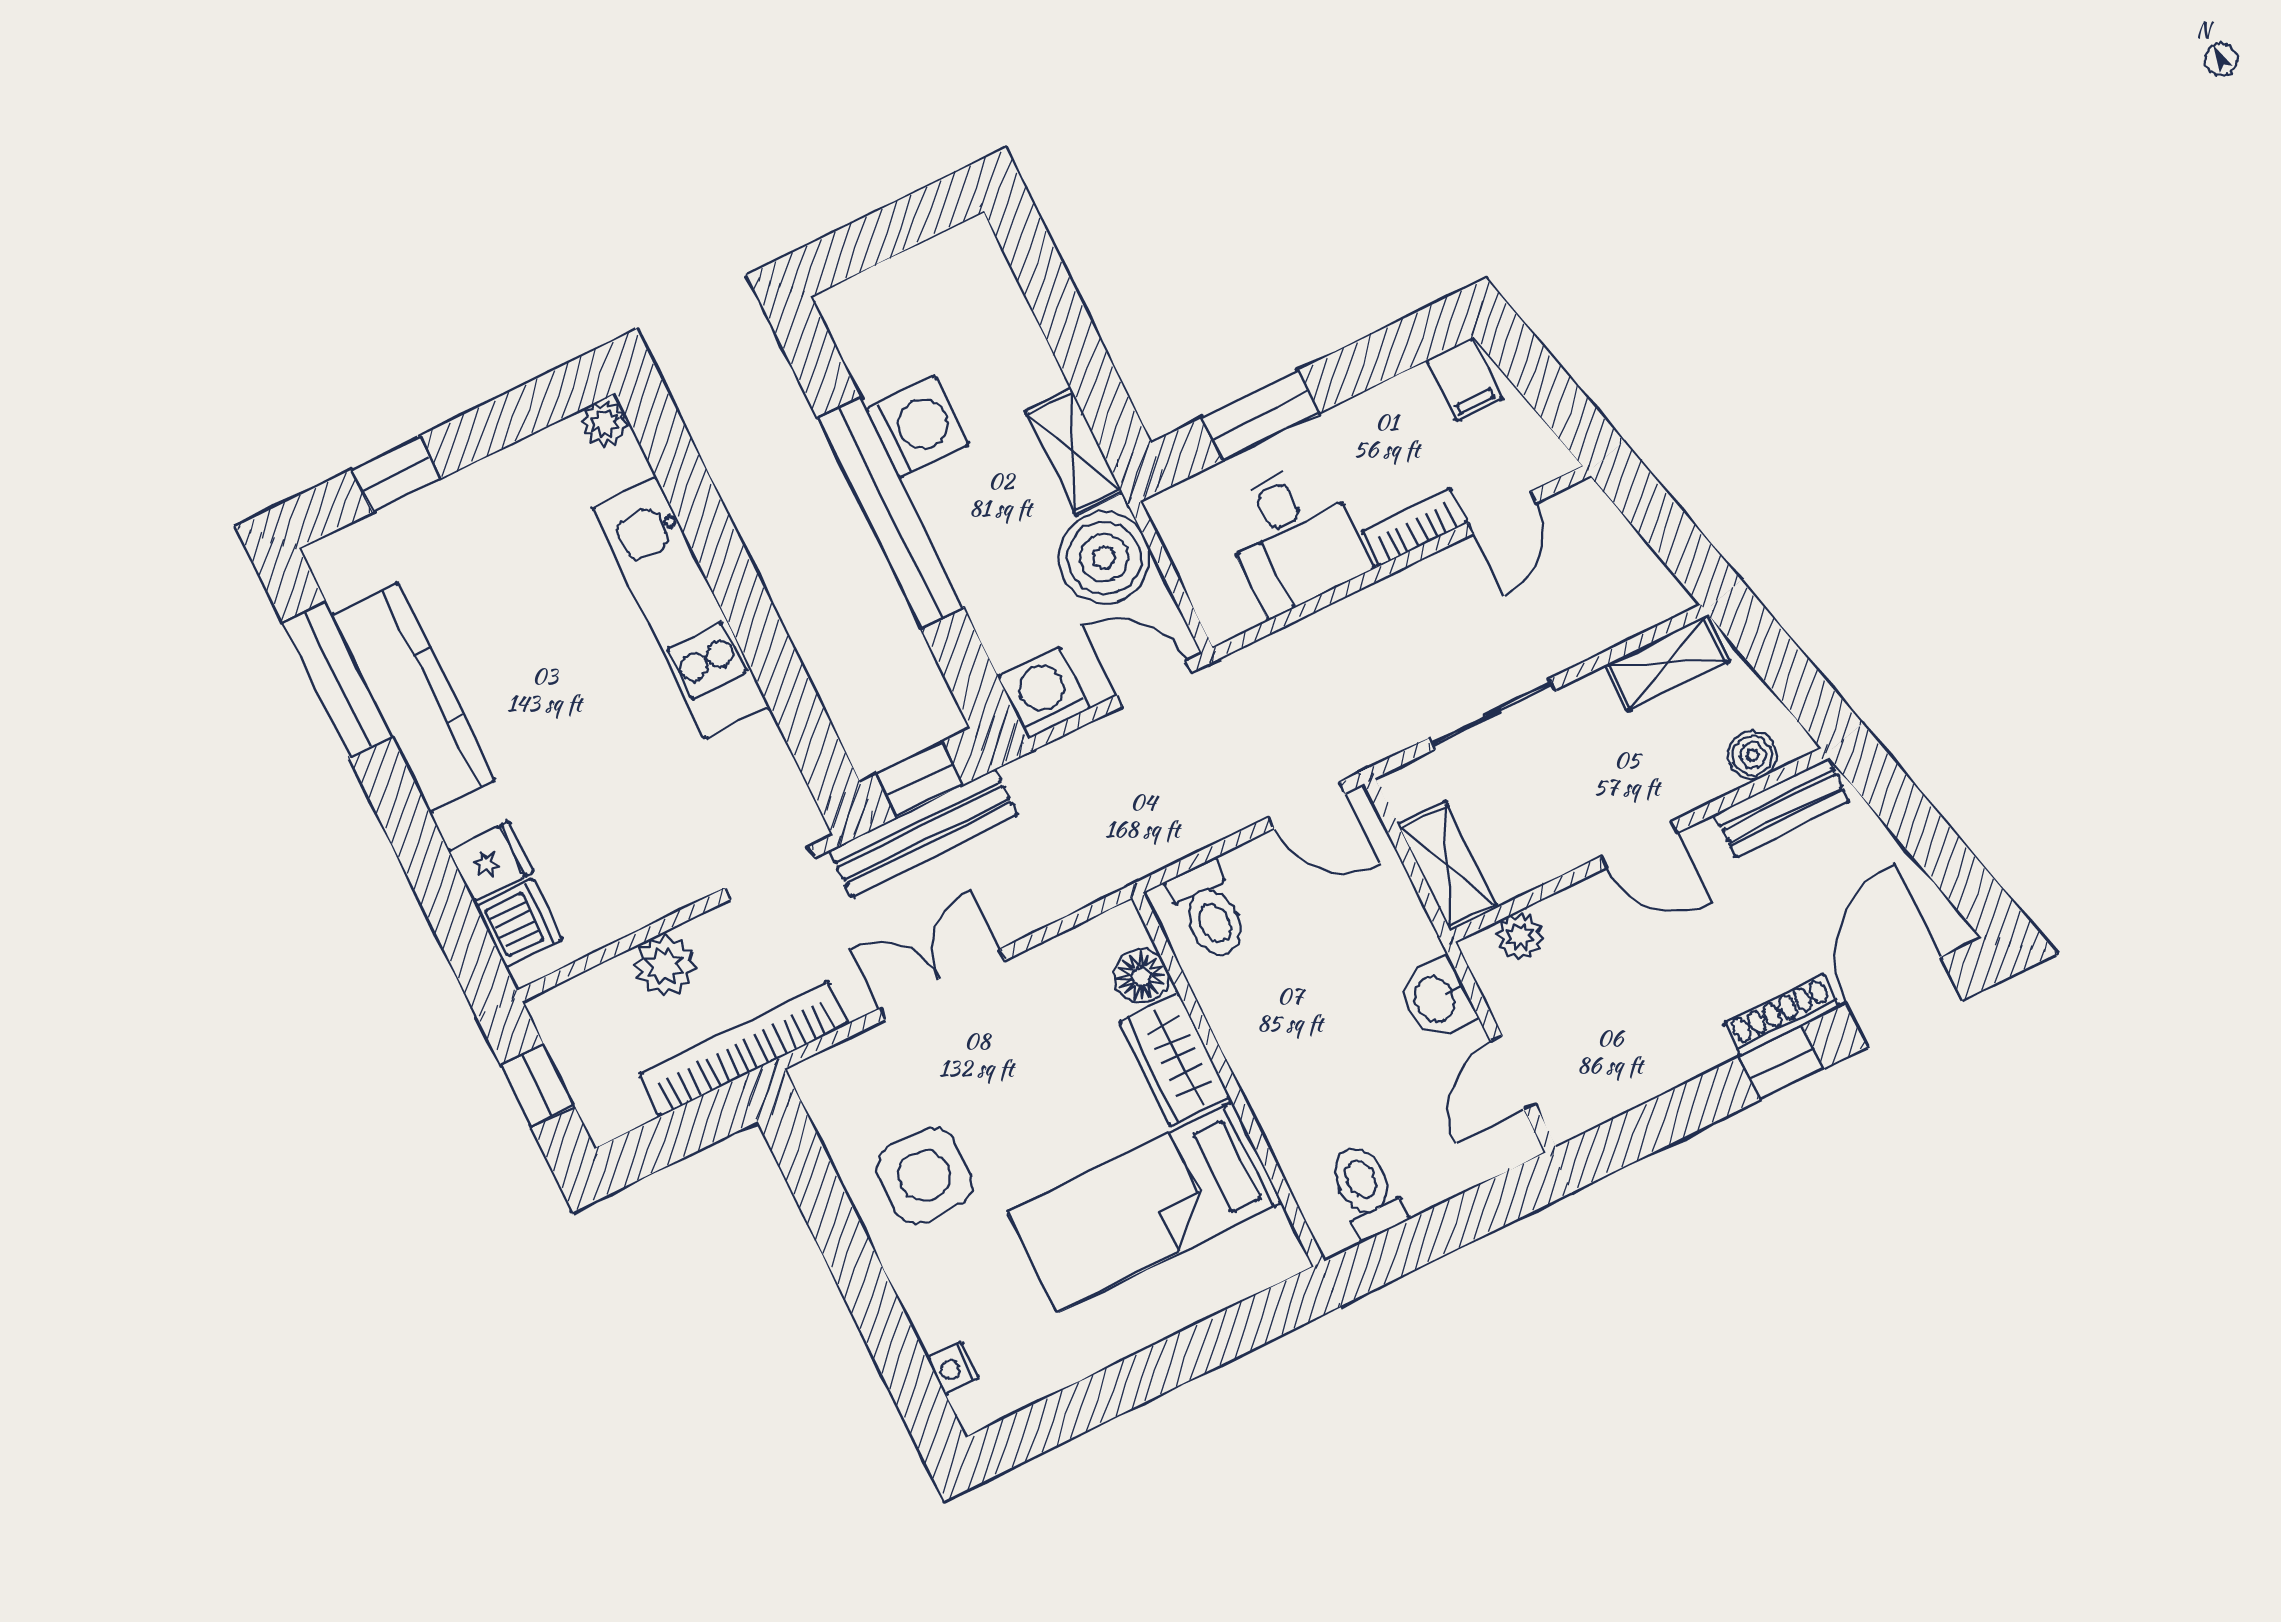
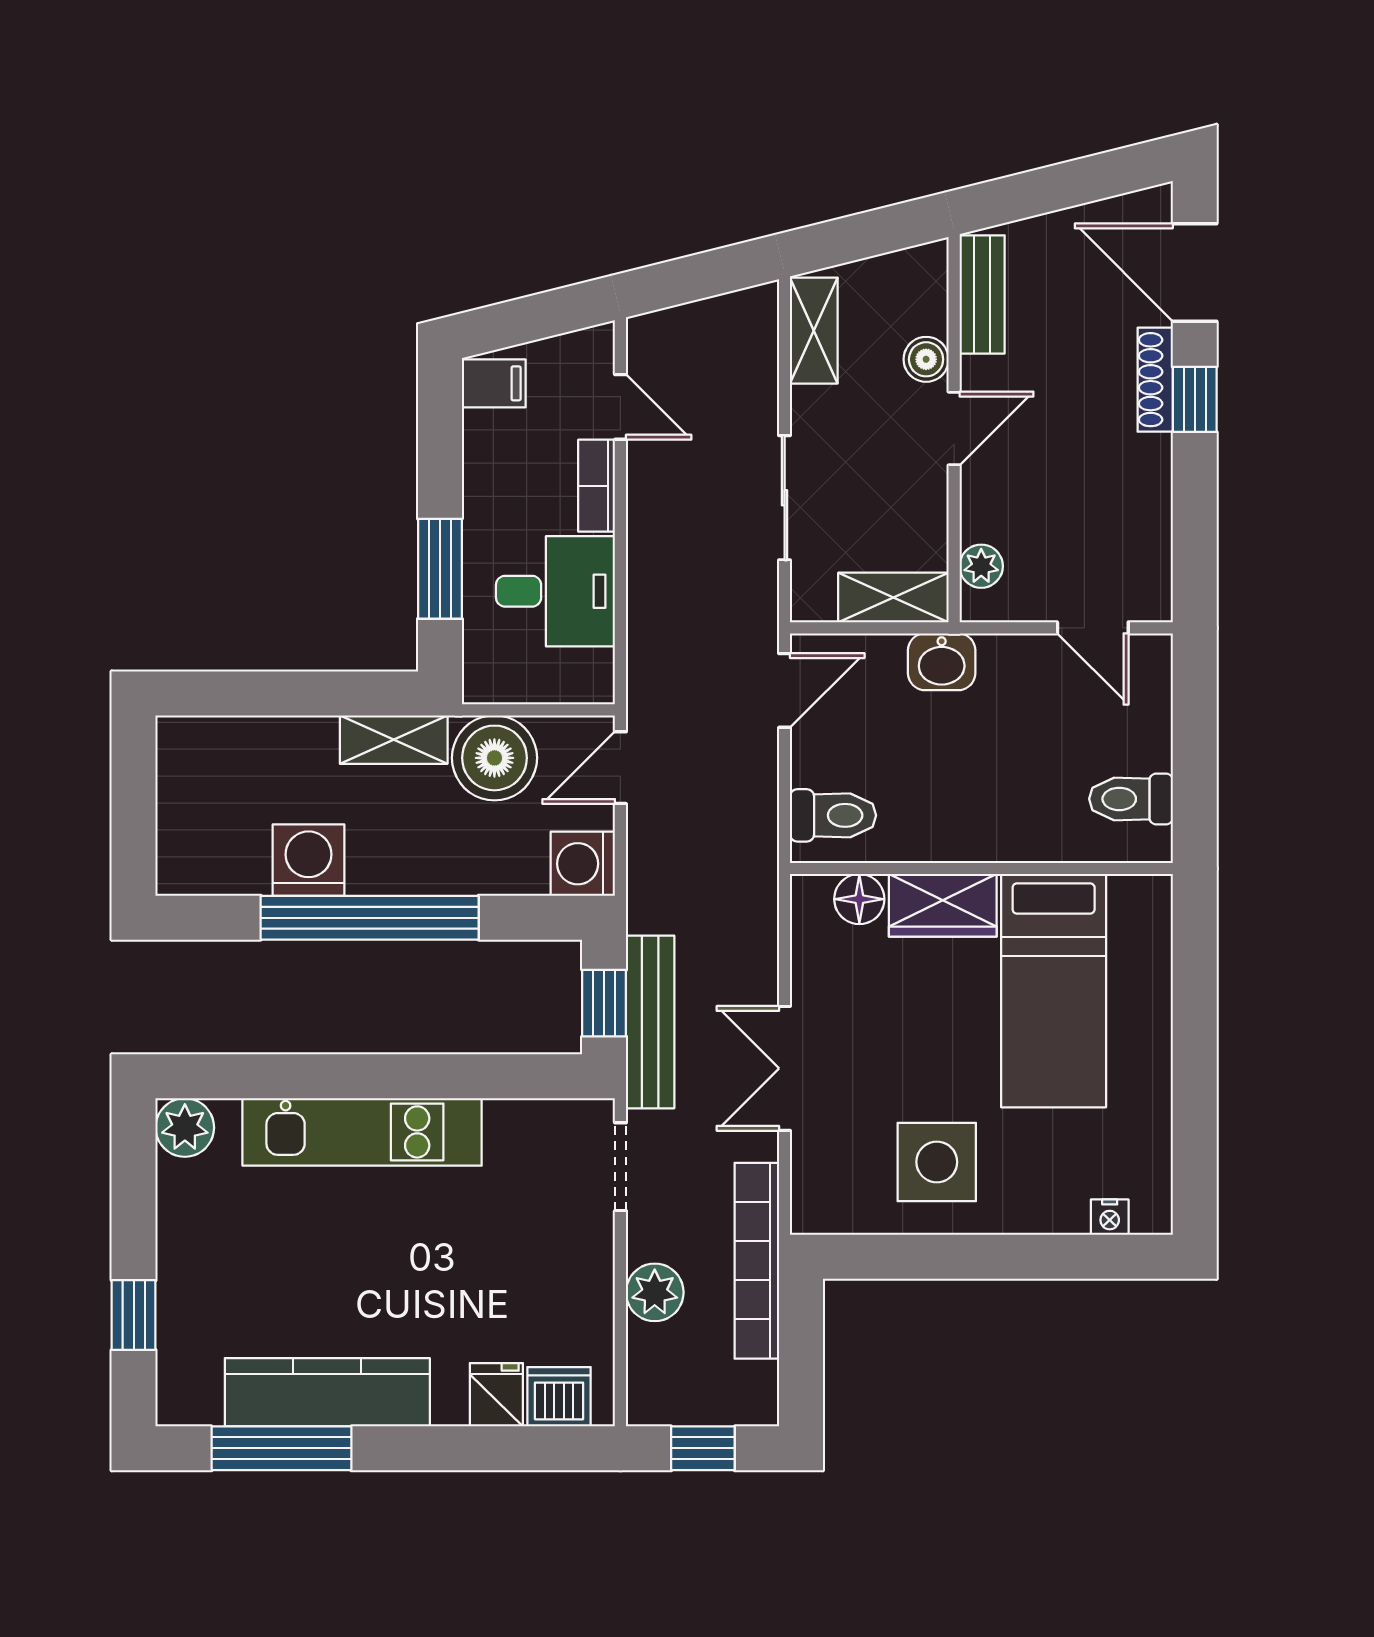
plant: (605, 423) -> (185, 1128), width x1.38, depth x1.38
boiler: (1752, 755) -> (926, 359), moved
washbasin: (1436, 999) -> (942, 662), moved

